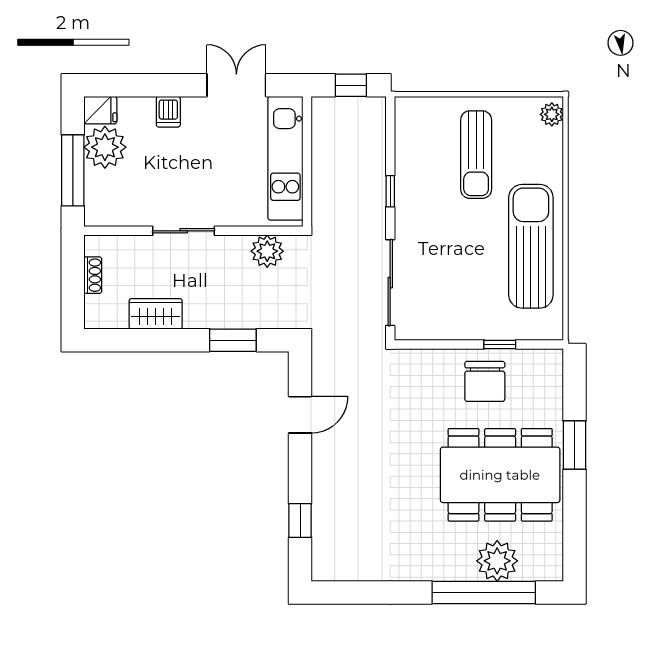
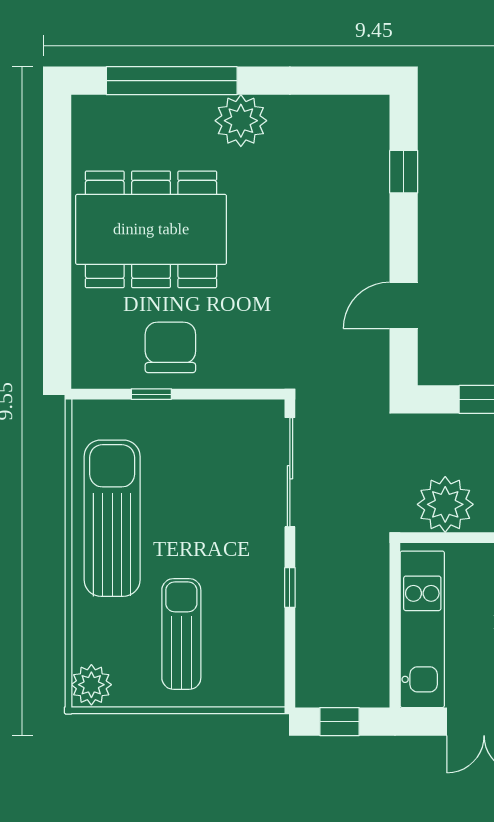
plant: (552, 114) -> (91, 685), width x1.38, depth x1.38
sun lounger: (531, 246) -> (112, 518), turned 180
plant: (267, 251) -> (445, 504), width x1.36, depth x1.36
window: (575, 445) -> (57, 267), removed
plant: (497, 561) -> (241, 121), moved

